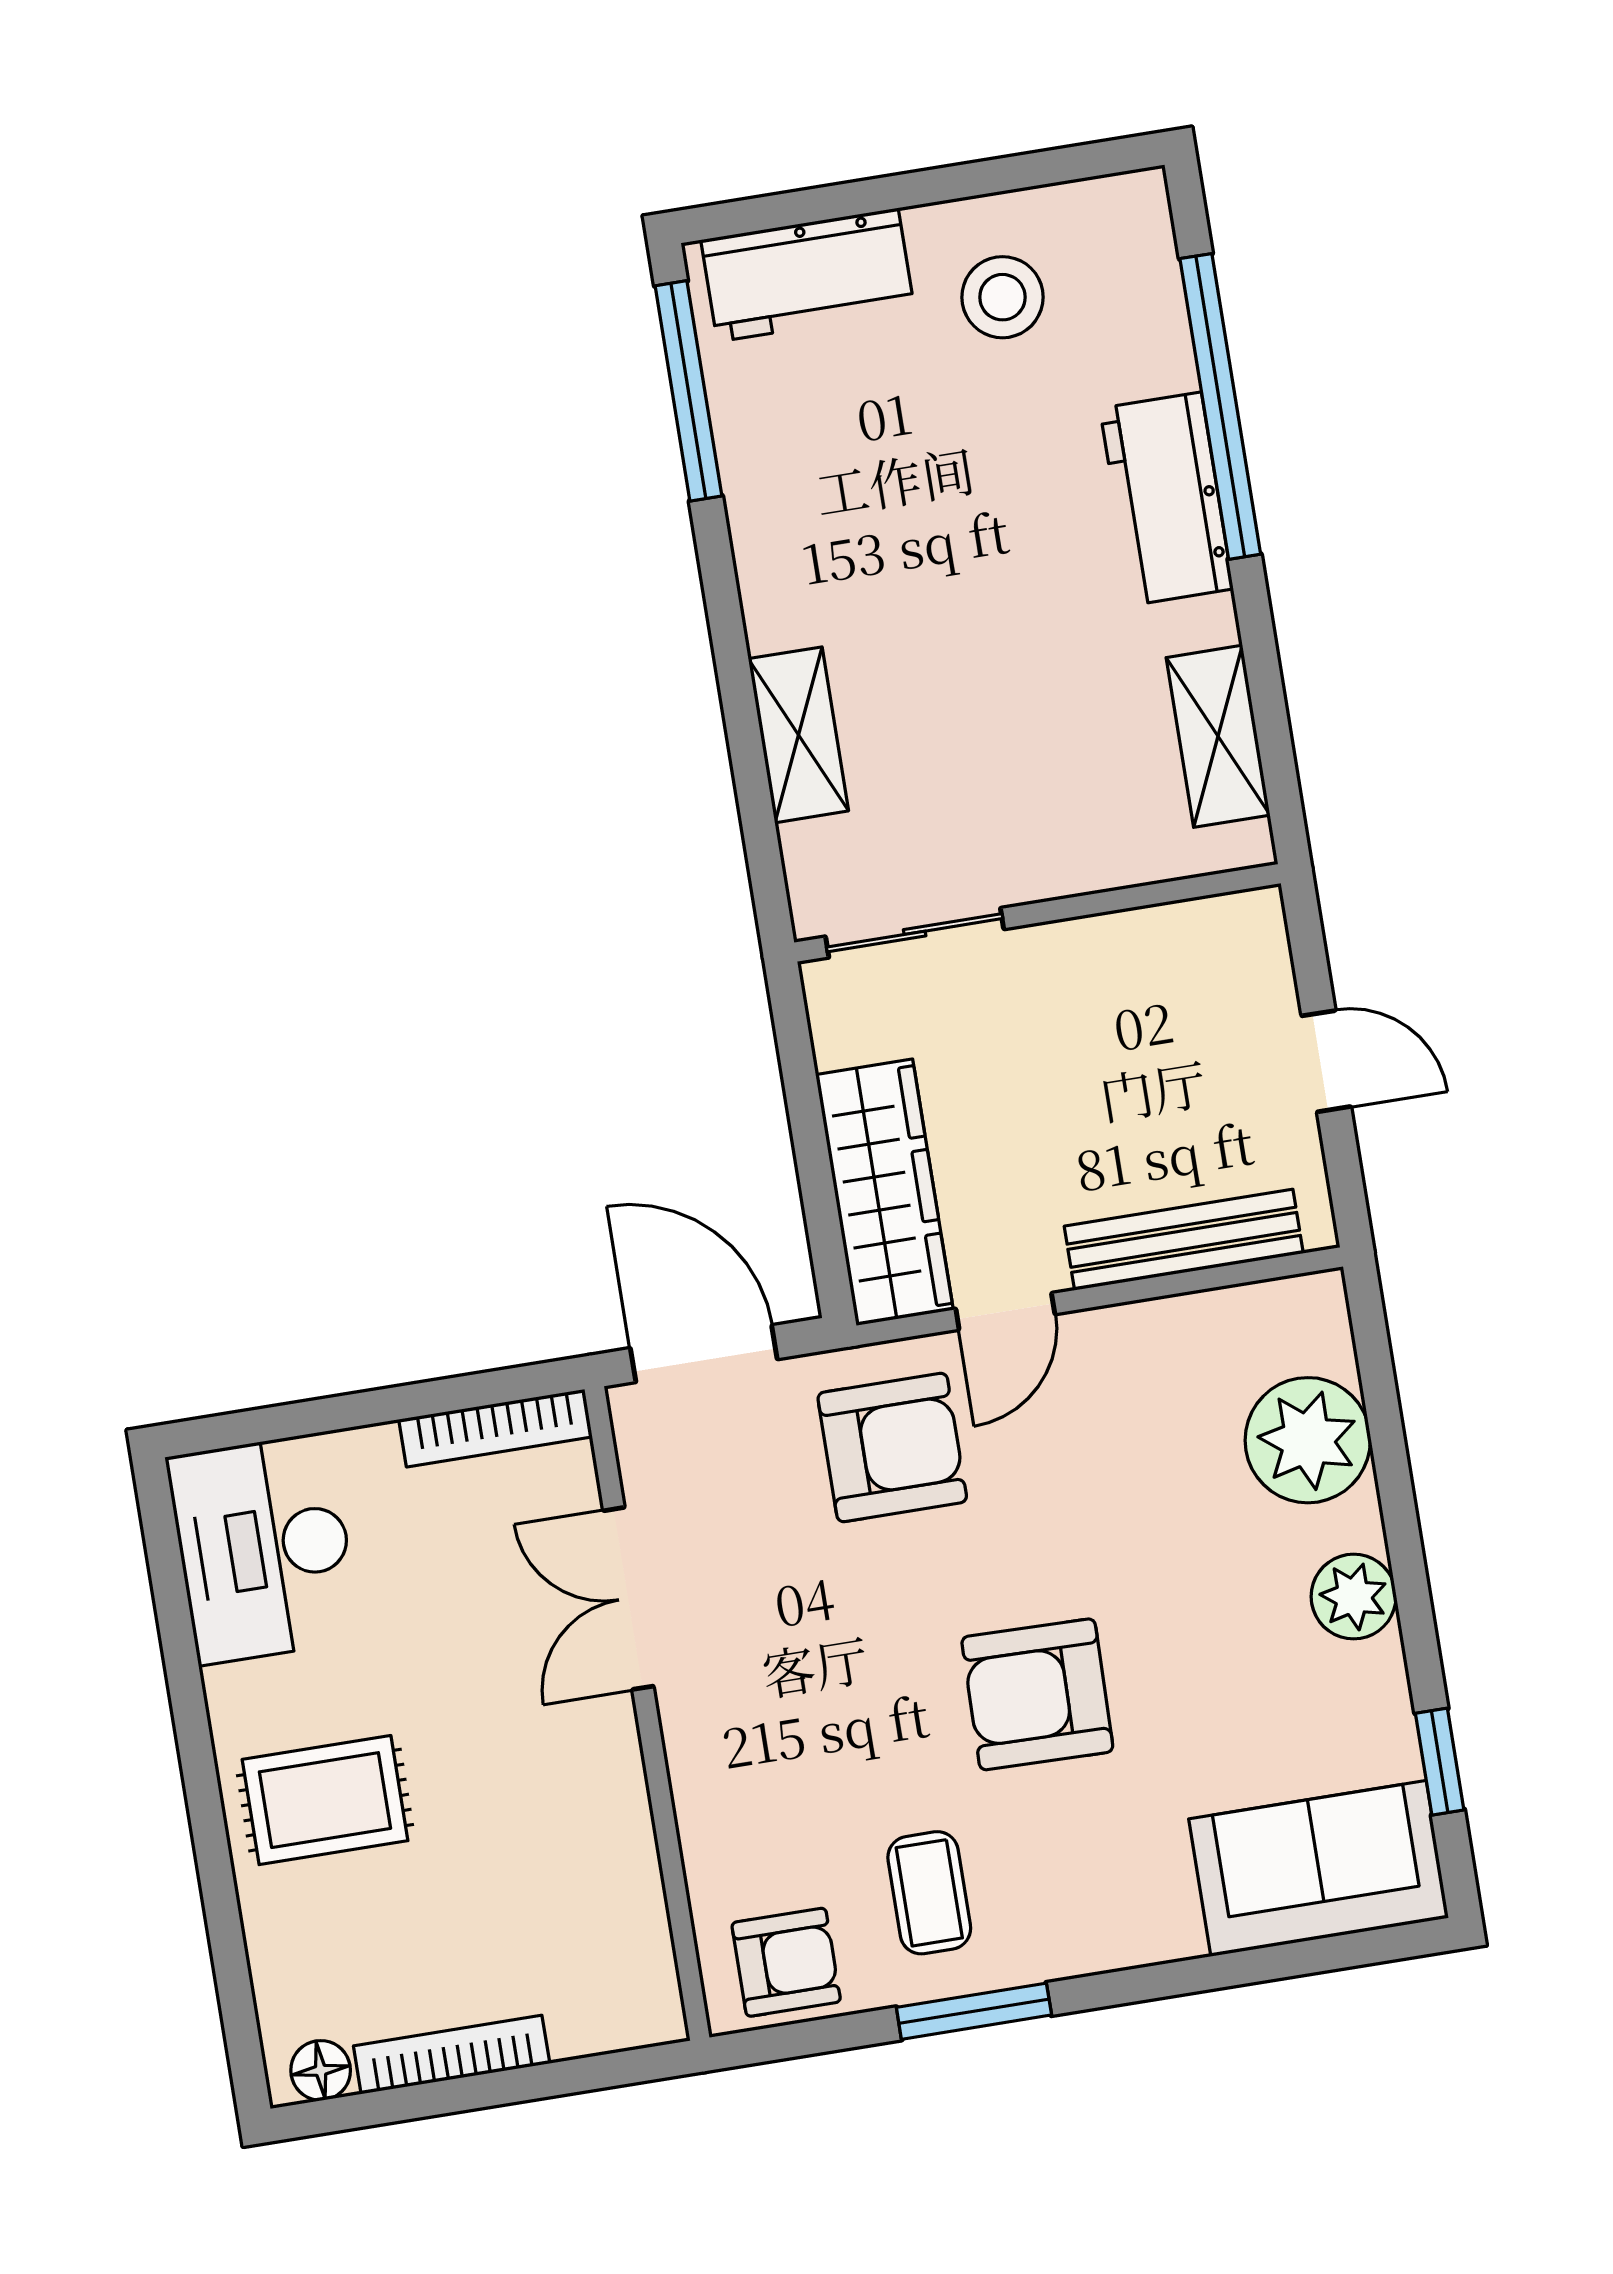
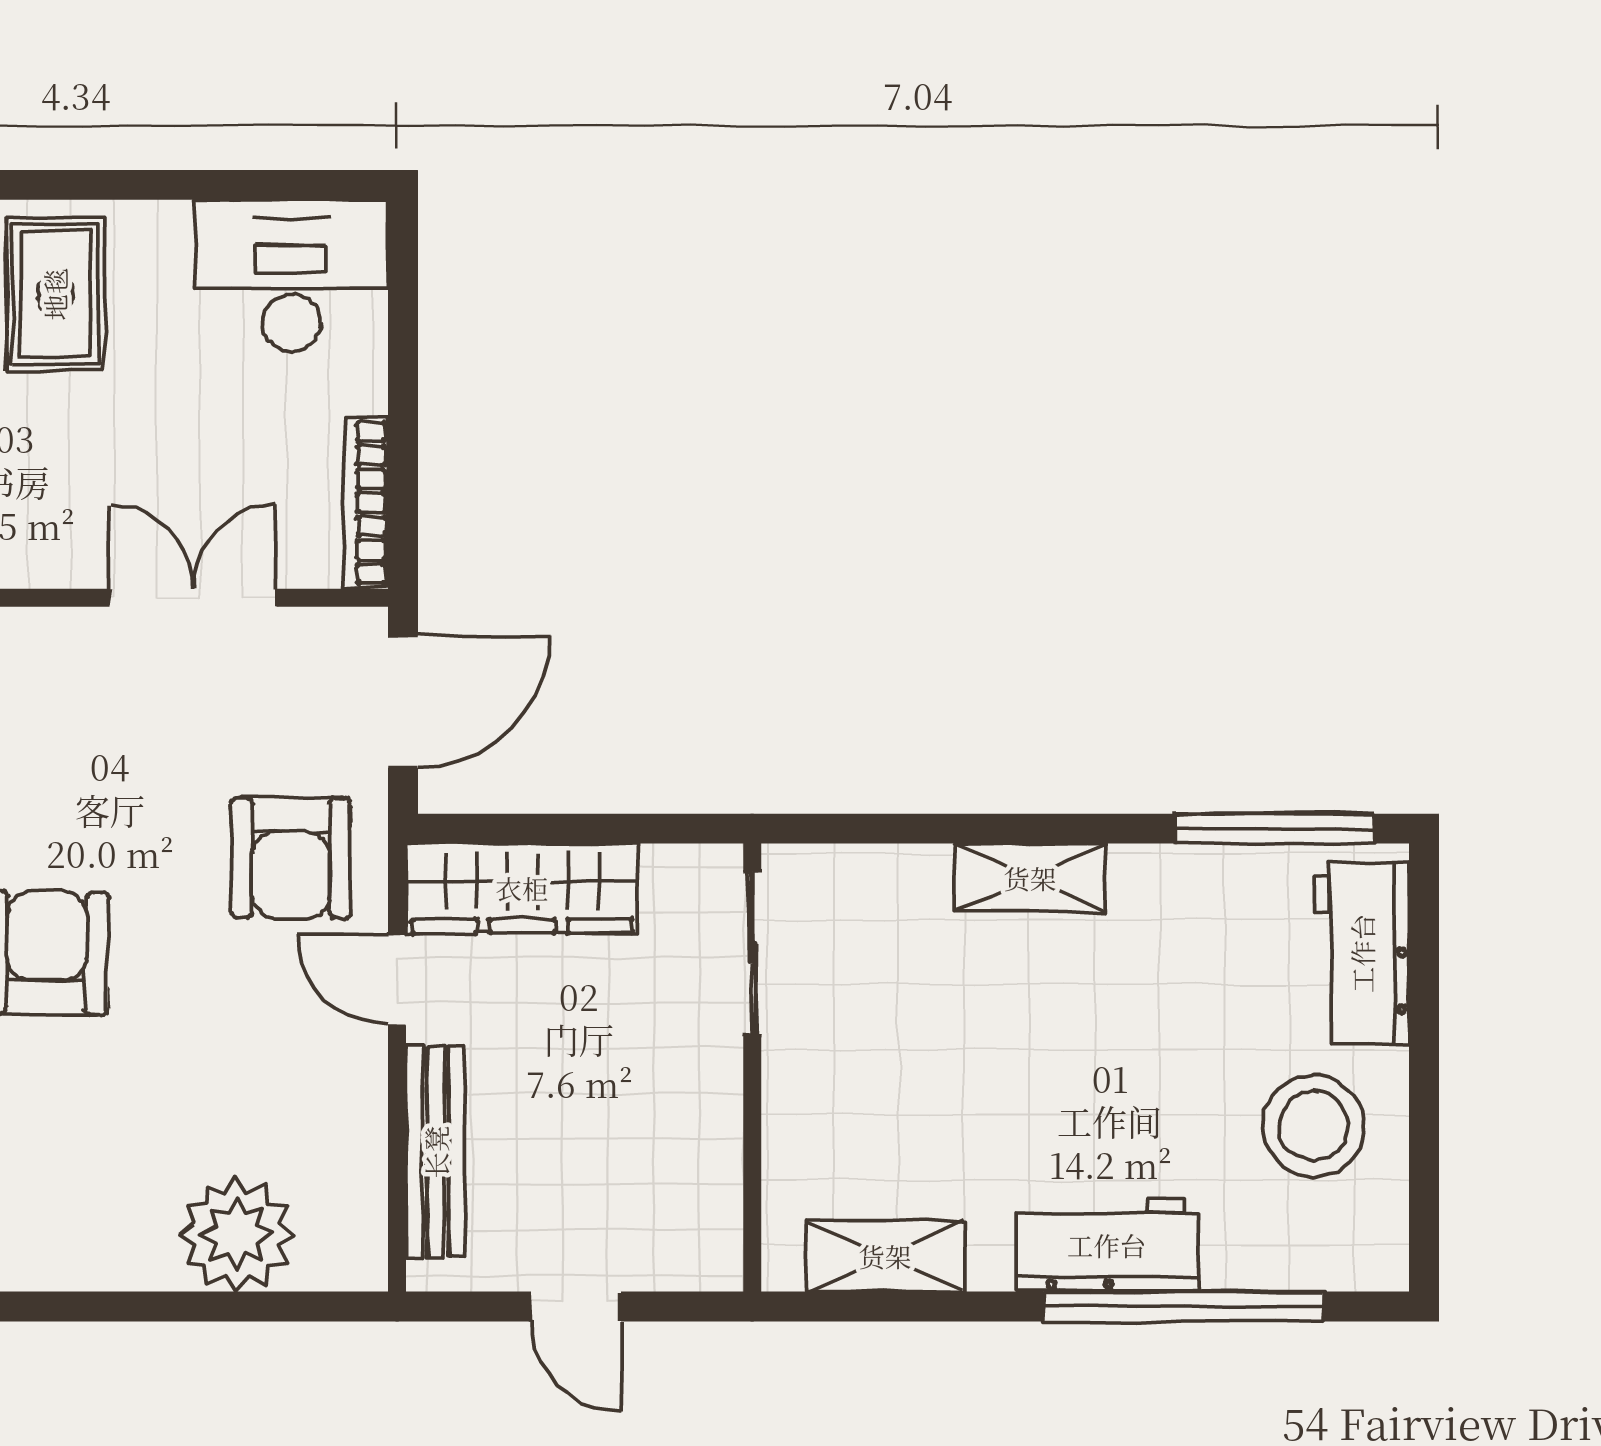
stool: (1002, 297) -> (1313, 1126), width x1.38, depth x1.38
shelving: (798, 735) -> (1030, 878), moved
door: (1326, 1061) -> (576, 1307), hinge flipped
plant: (1354, 1597) -> (89, 1253), removed

